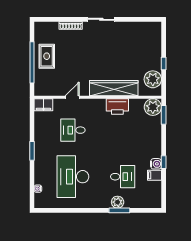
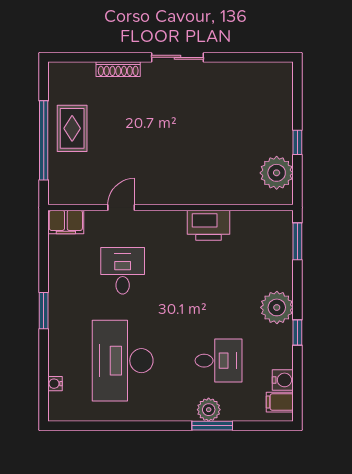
wardrobe: (114, 88) -> (201, 190), removed
plant: (153, 107) -> (277, 307), moved
desk: (73, 130) -> (123, 271), turned 90
water cooler: (156, 164) -> (283, 380), moved
filing cabinet: (154, 175) -> (280, 402), moved

